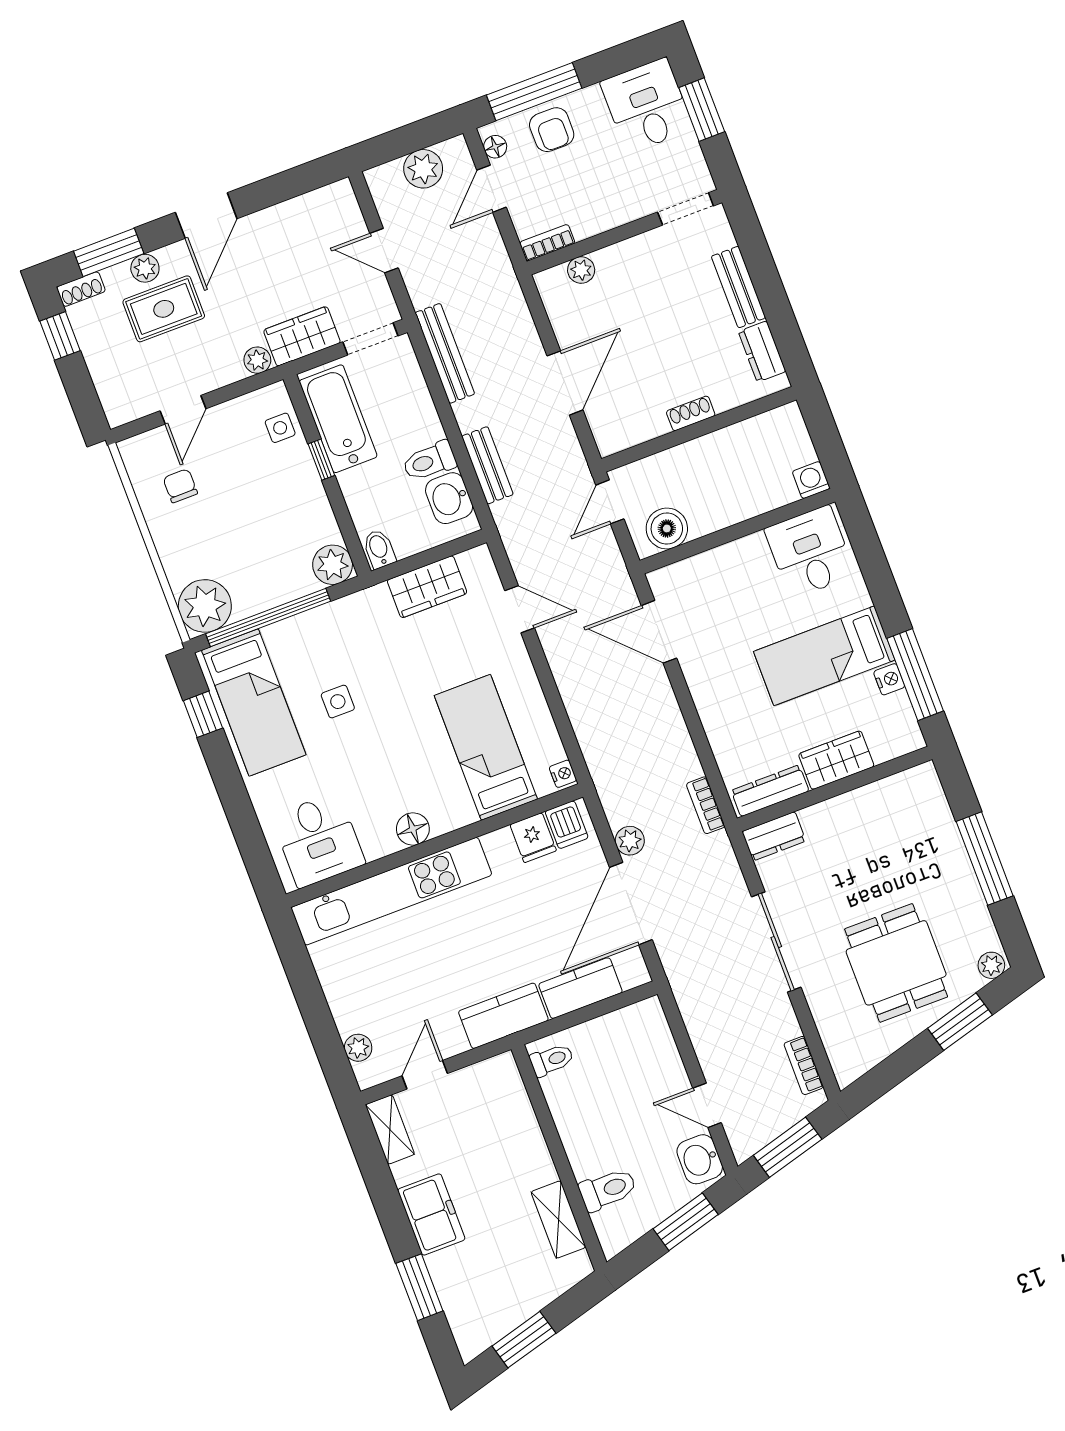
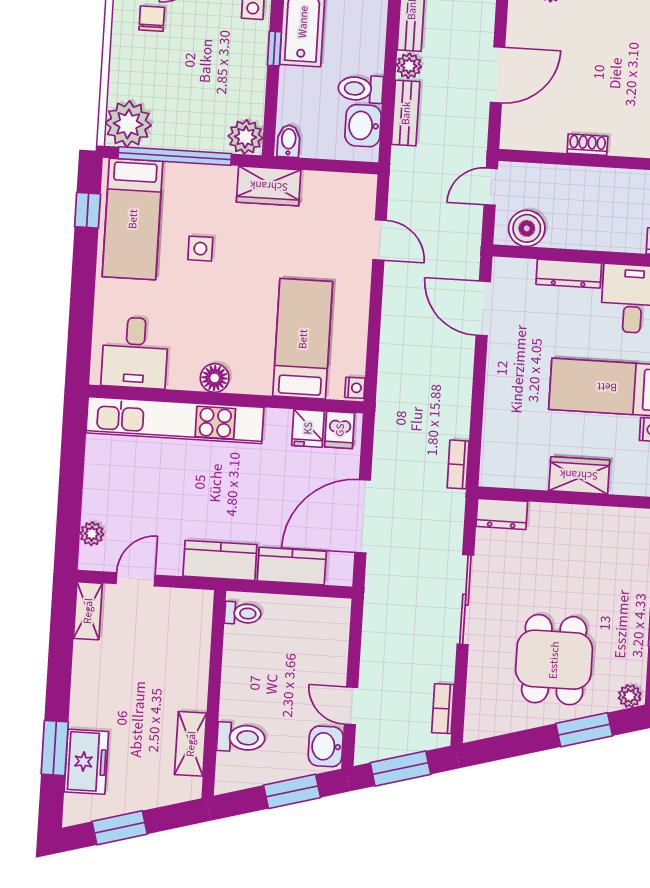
wardrobe: (427, 587) -> (269, 186), moved
dresser: (770, 791) -> (569, 274), moved, turned 180
plant: (630, 841) -> (409, 66), moved
freezer: (431, 1214) -> (86, 762), moved

